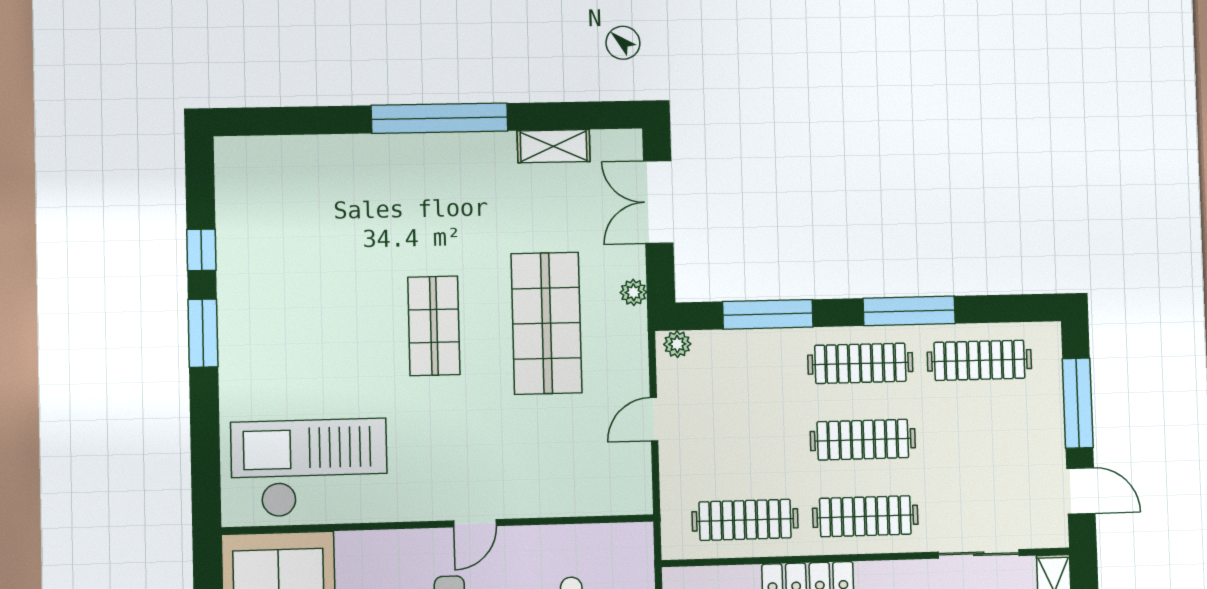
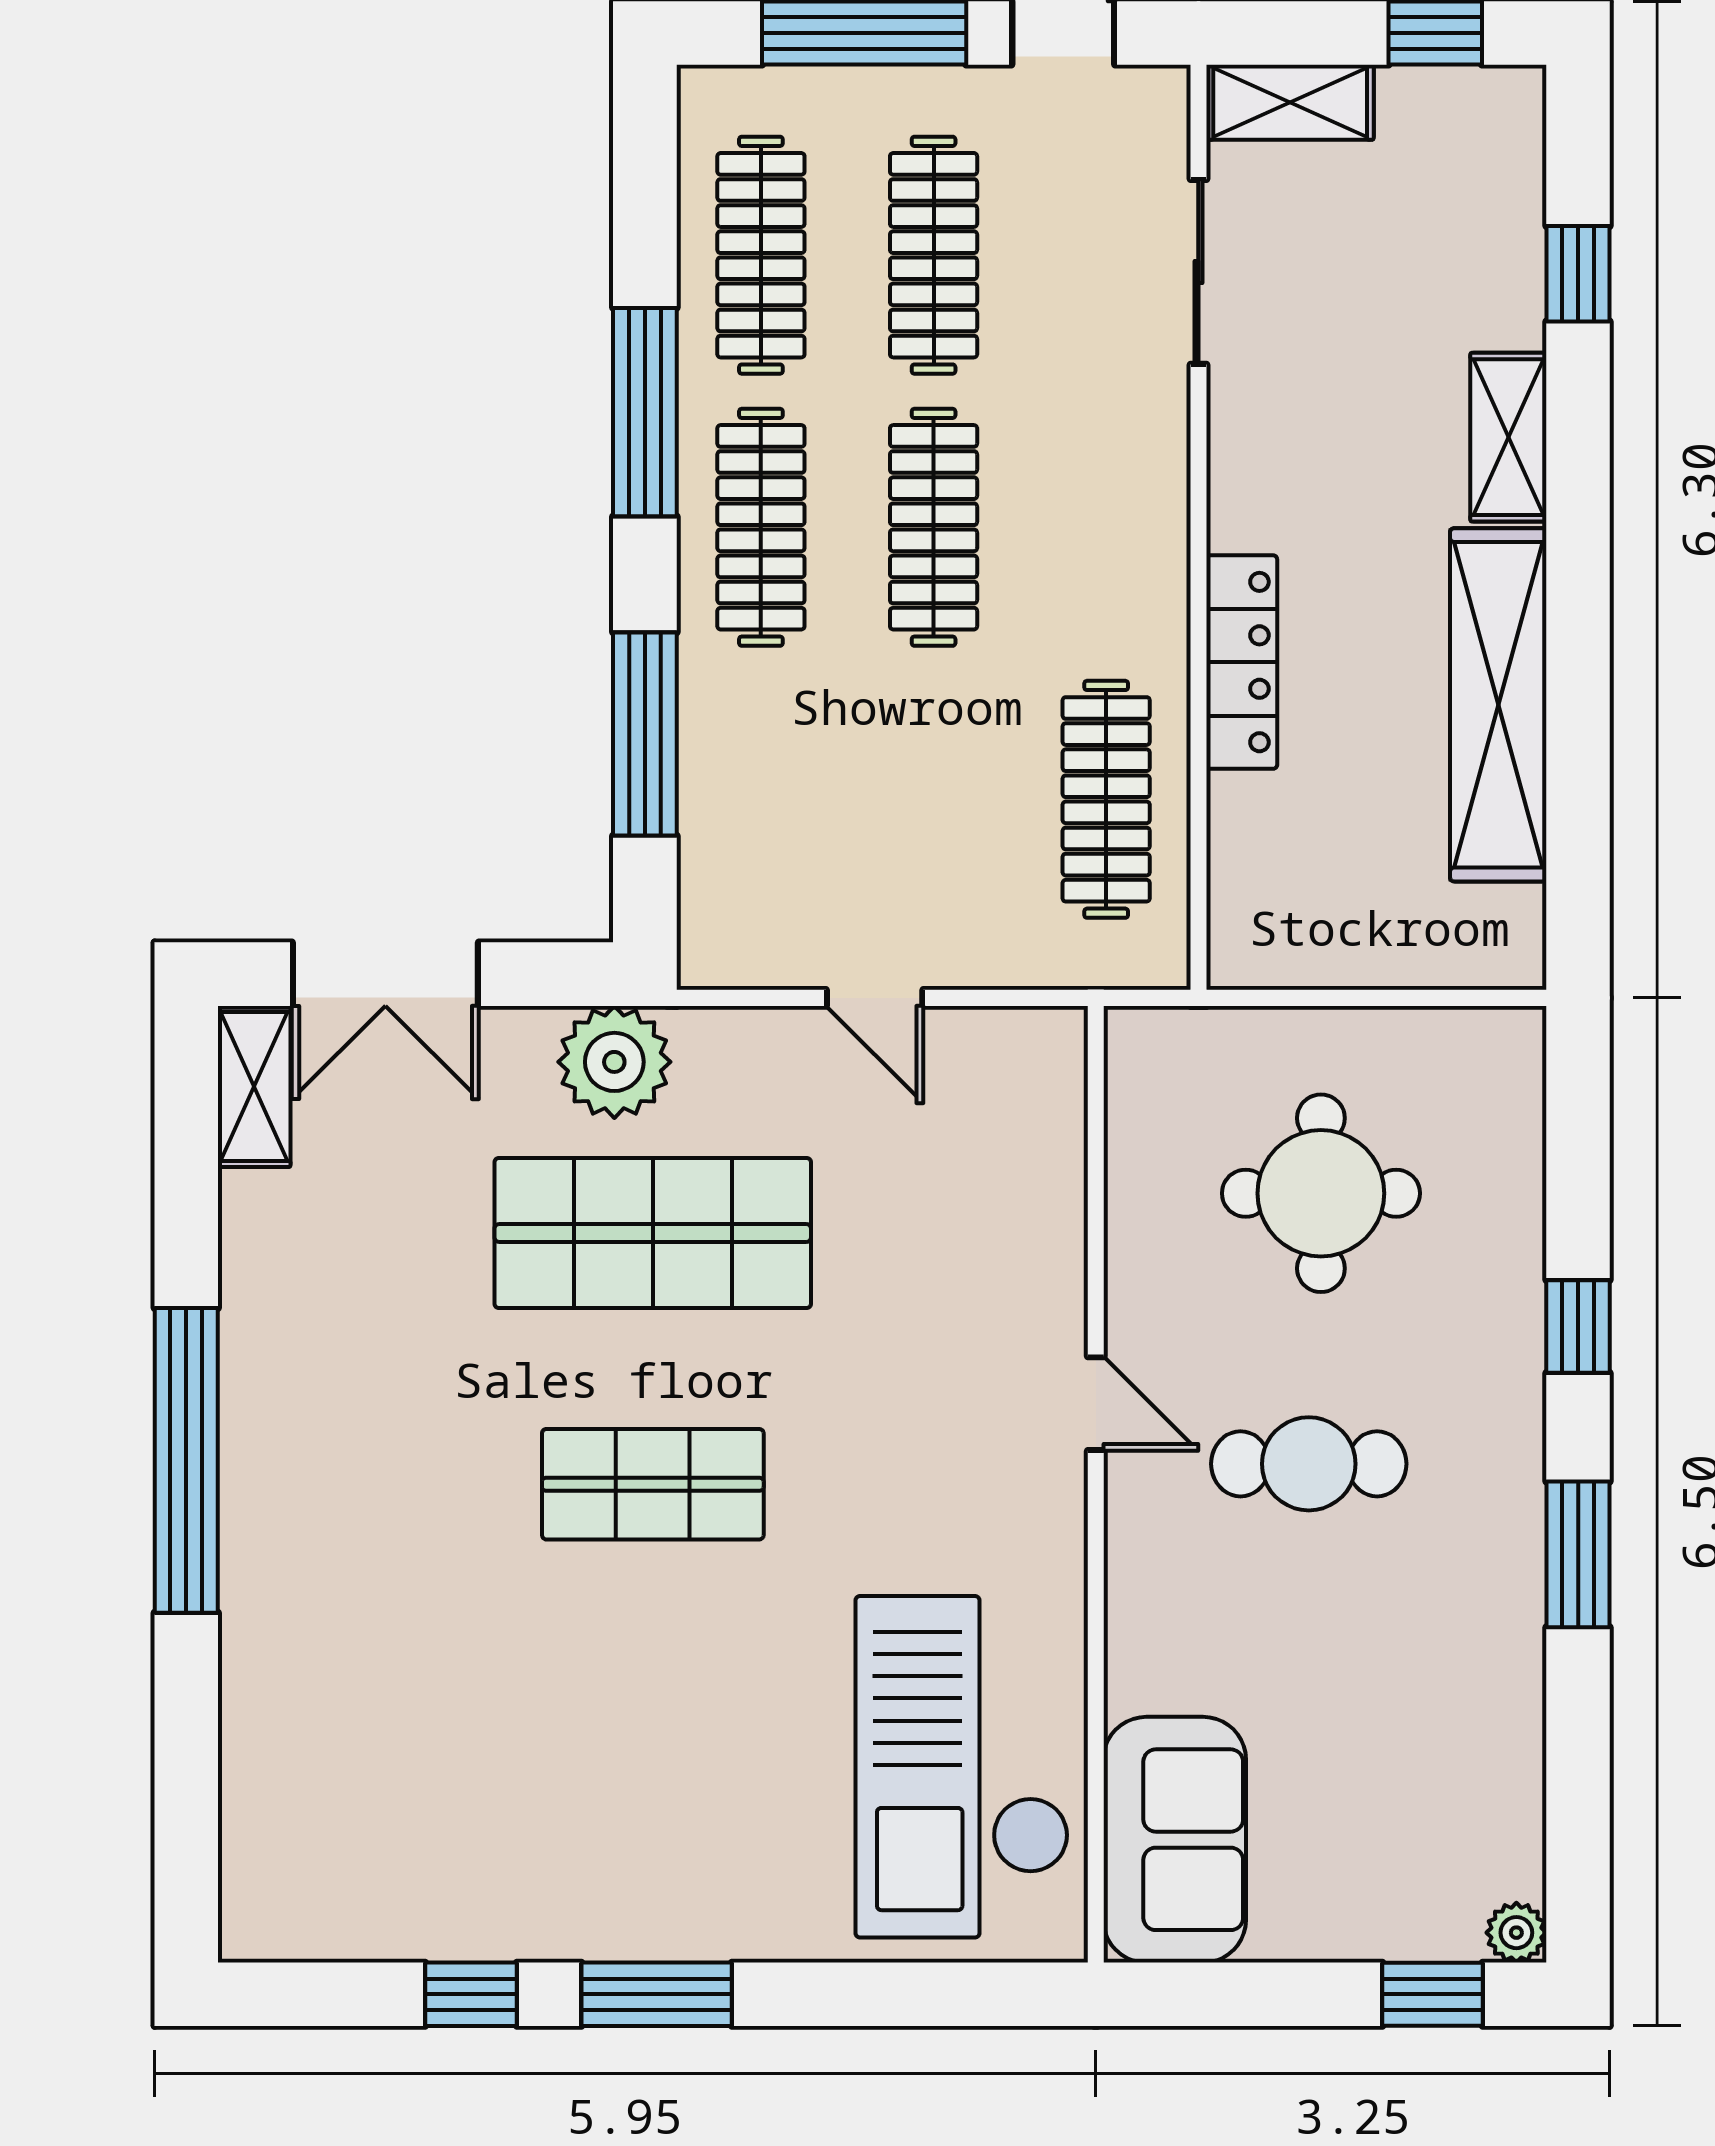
shelving: (554, 146) -> (254, 1086), moved
plant: (634, 292) -> (614, 1062), width x1.87, depth x1.87
plant: (677, 344) -> (707, 941), removed
clothes rail: (865, 516) -> (934, 255), moved

